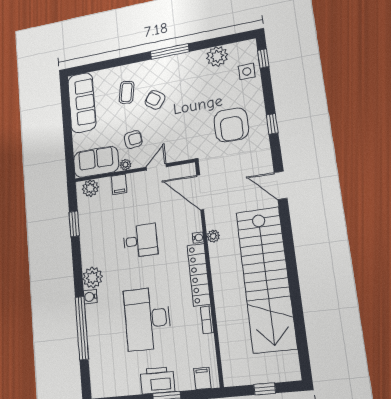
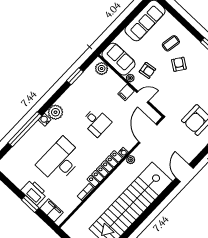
filing cabinet: (119, 184) -> (126, 92), moved
filing cabinet: (202, 378) -> (51, 210), width x2.00

